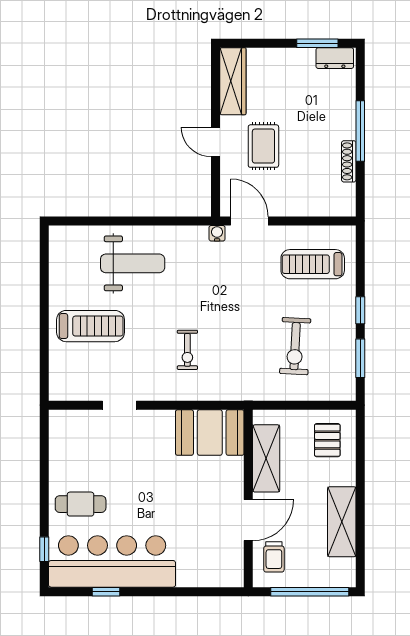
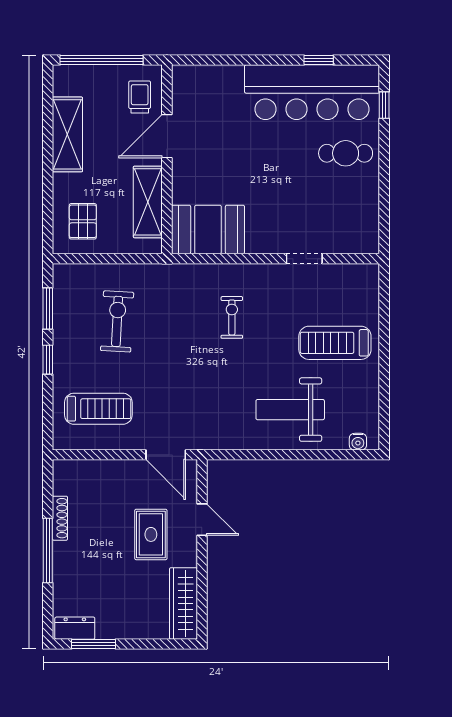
door: (215, 142) -> (202, 520), moved
water cooler: (217, 233) -> (358, 442), moved

